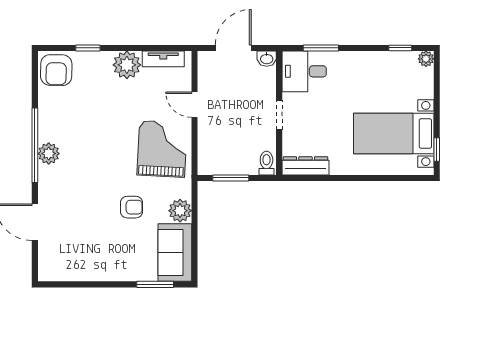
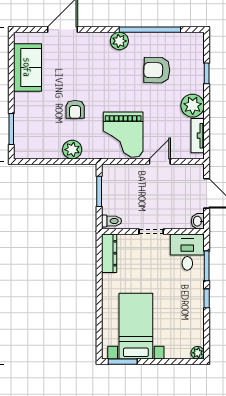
window: (400, 48) -> (207, 298), moved
armchair: (56, 70) -> (157, 70), moved
window: (35, 145) -> (150, 30), moved
grand piano: (162, 149) -> (123, 135), turned 87
window: (437, 150) -> (123, 362), width x1.50
sofa: (175, 253) -> (27, 67), moved, turned 90

